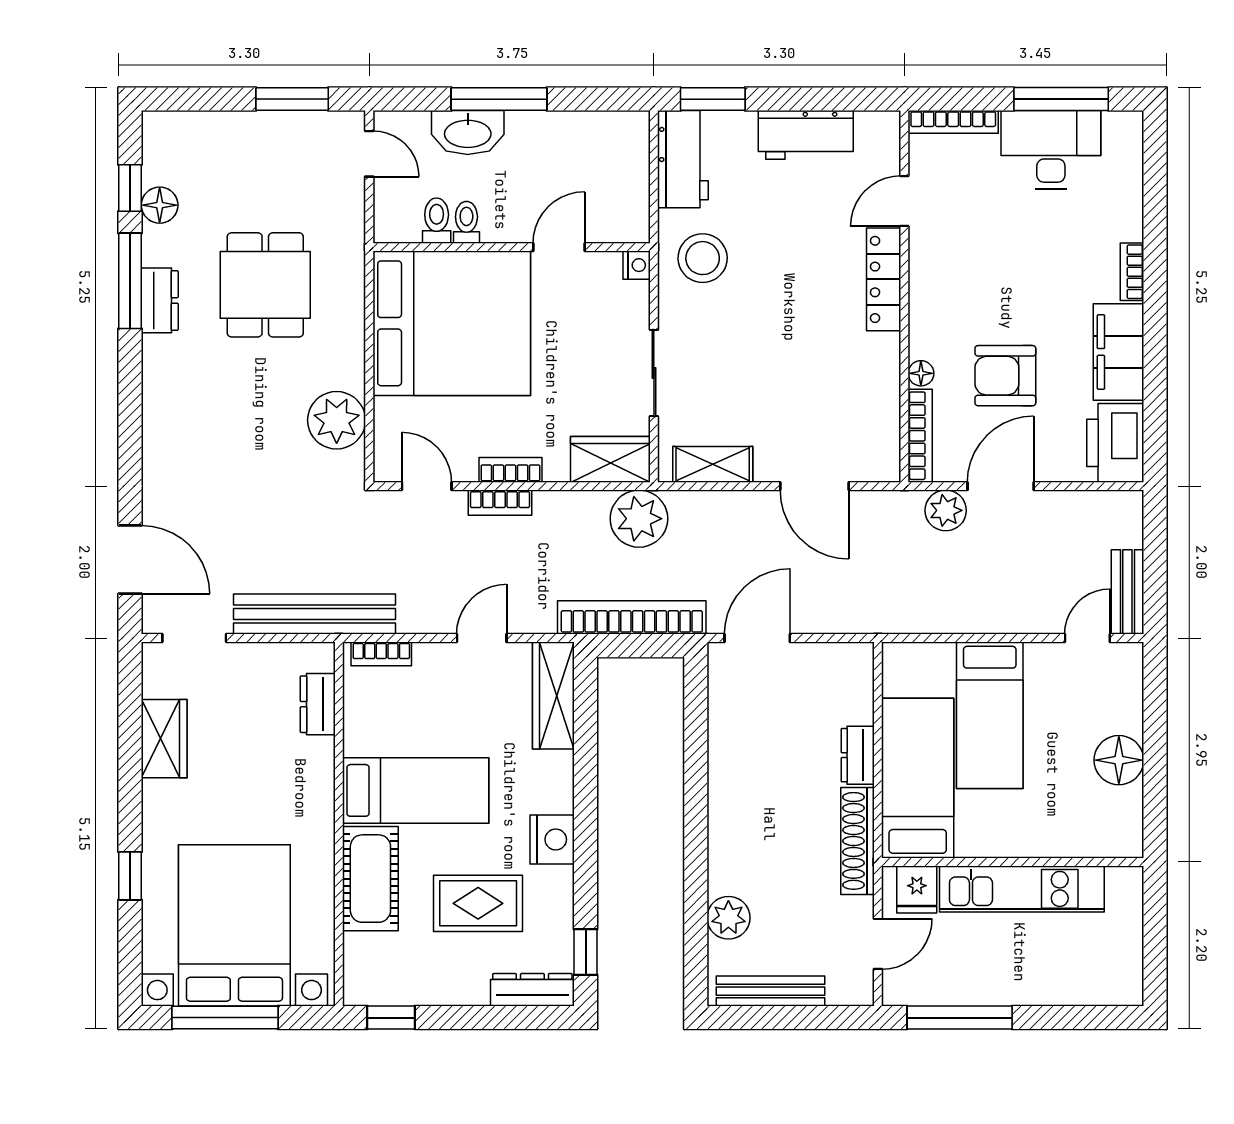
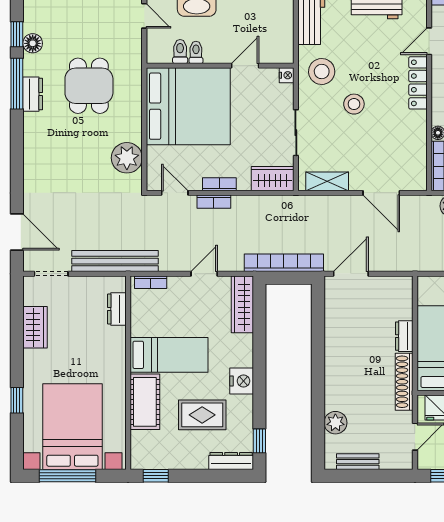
stool: (763, 319) -> (354, 104), added
plant: (639, 519) -> (288, 210), removed
bench: (770, 991) -> (358, 462), width x0.73

